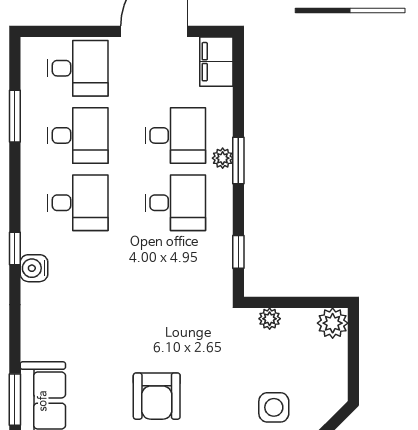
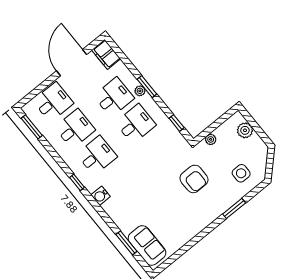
window: (15, 116) -> (32, 127), moved
window: (15, 248) -> (77, 182), moved
plant: (333, 323) -> (245, 130), moved
armchair: (157, 396) -> (194, 179), moved
window: (15, 400) -> (126, 243), moved

